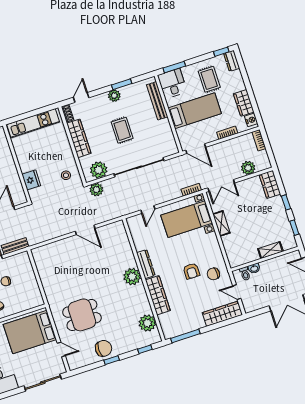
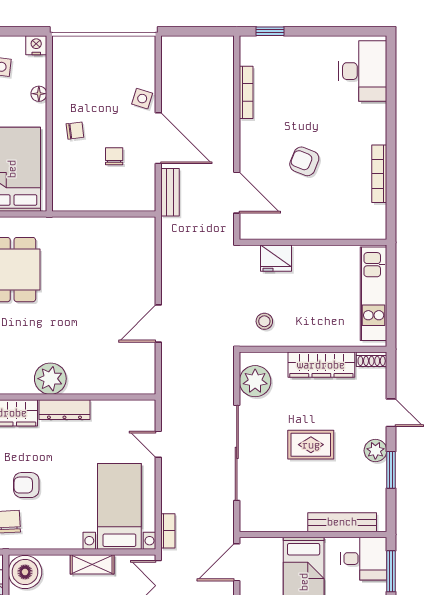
door: (81, 97) -> (391, 413), moved
plant: (96, 190) -> (222, 366), removed
boiler: (237, 257) -> (25, 572), added

